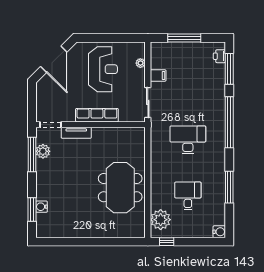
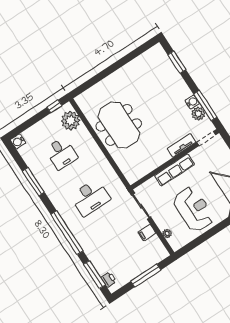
reception desk: (103, 69) -> (193, 209), turned 180
water cooler: (42, 207) -> (192, 102), moved

